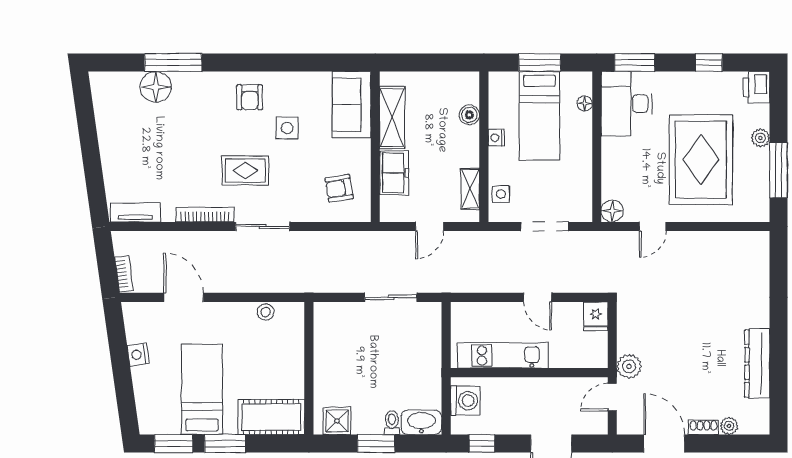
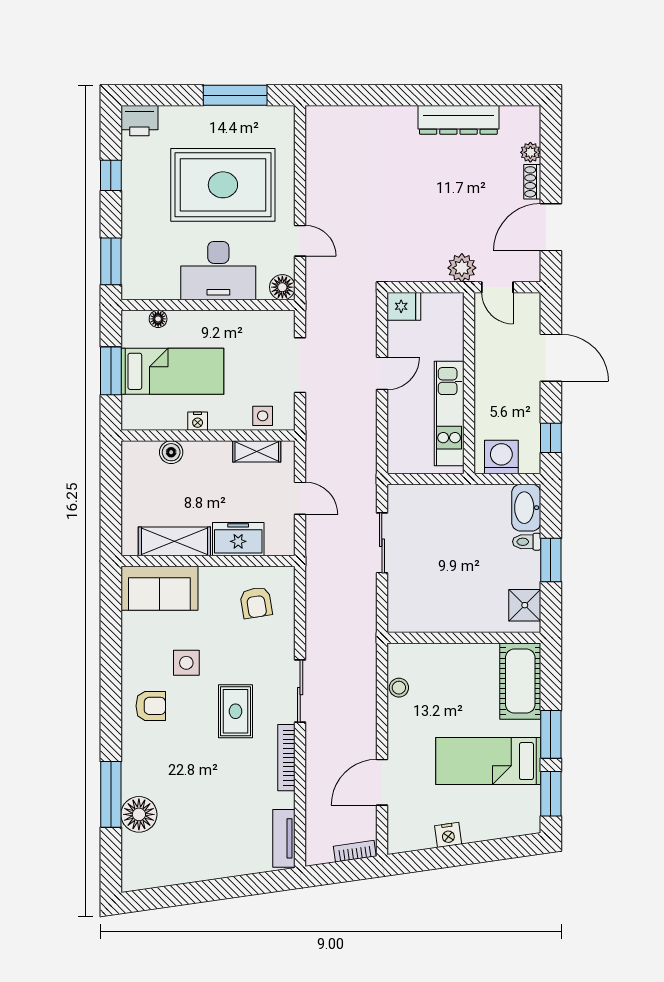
desk: (627, 104) -> (218, 271), moved
plant: (760, 138) -> (198, 116), removed

